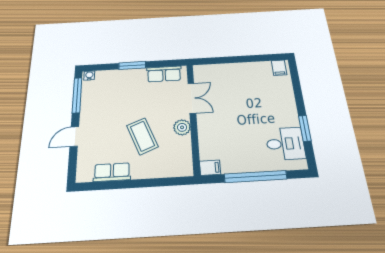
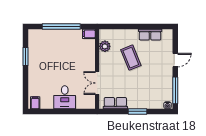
plant: (182, 127) -> (105, 46), moved
desk: (285, 144) -> (65, 97), moved, turned -90

